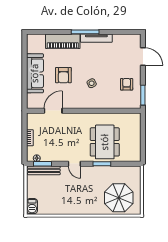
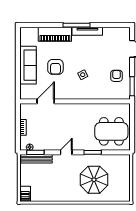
dining table: (105, 142) -> (111, 131), moved, turned 90
door: (74, 164) -> (66, 152), swing flipped
parasol: (119, 198) -> (94, 180), moved

